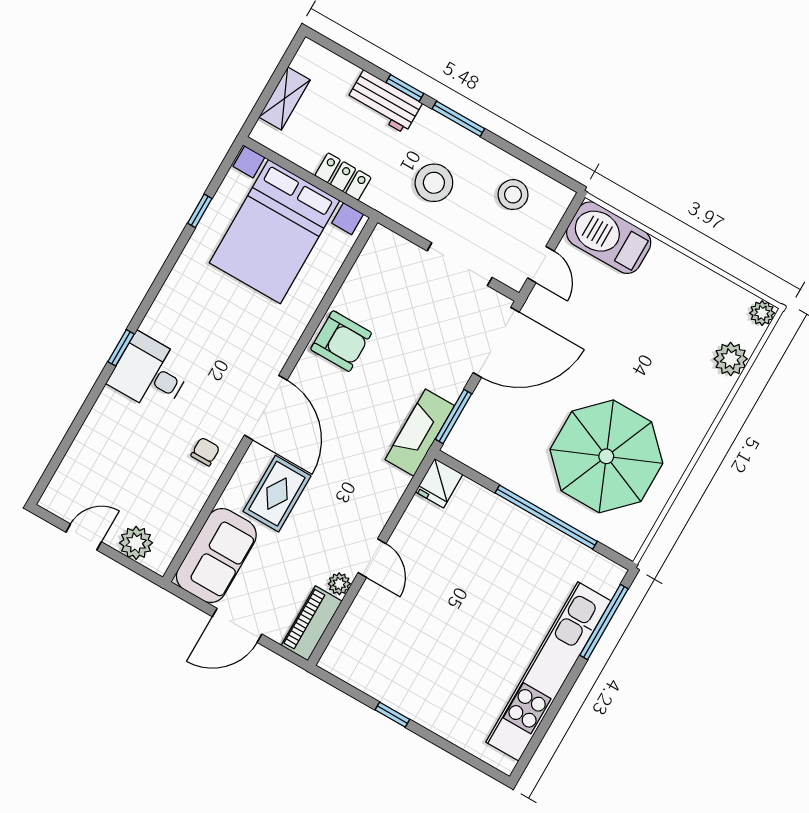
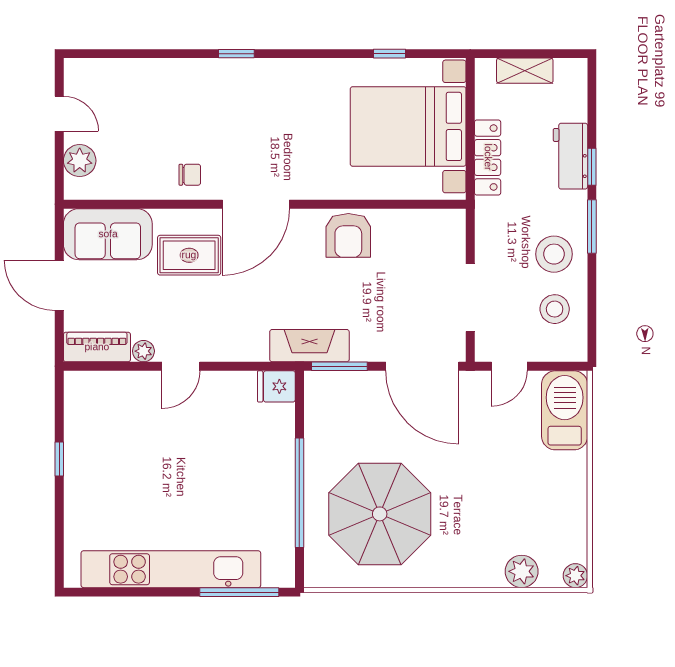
locker: (343, 177) -> (488, 157), width x1.53
stool: (434, 183) -> (554, 254), moved
desk: (150, 373) -> (229, 90), removed

